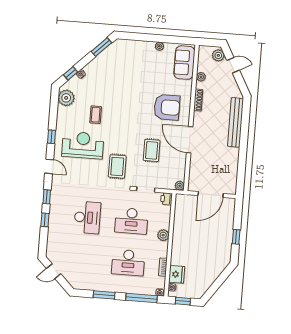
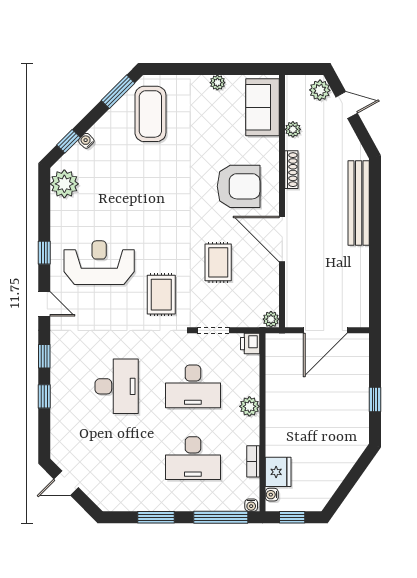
coffee table: (96, 115) -> (150, 114), moved, width x1.86, depth x1.72

